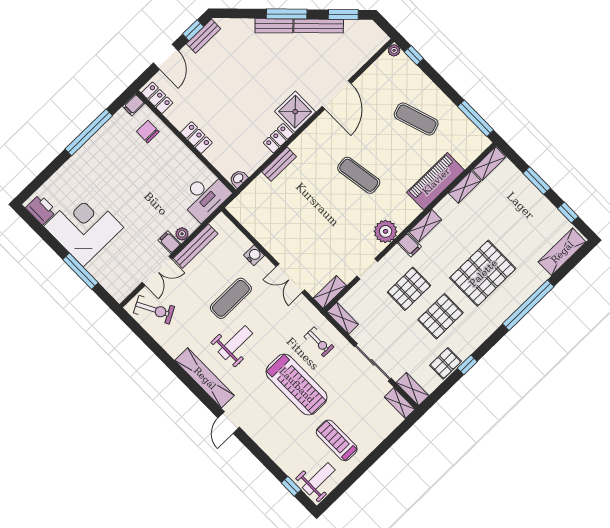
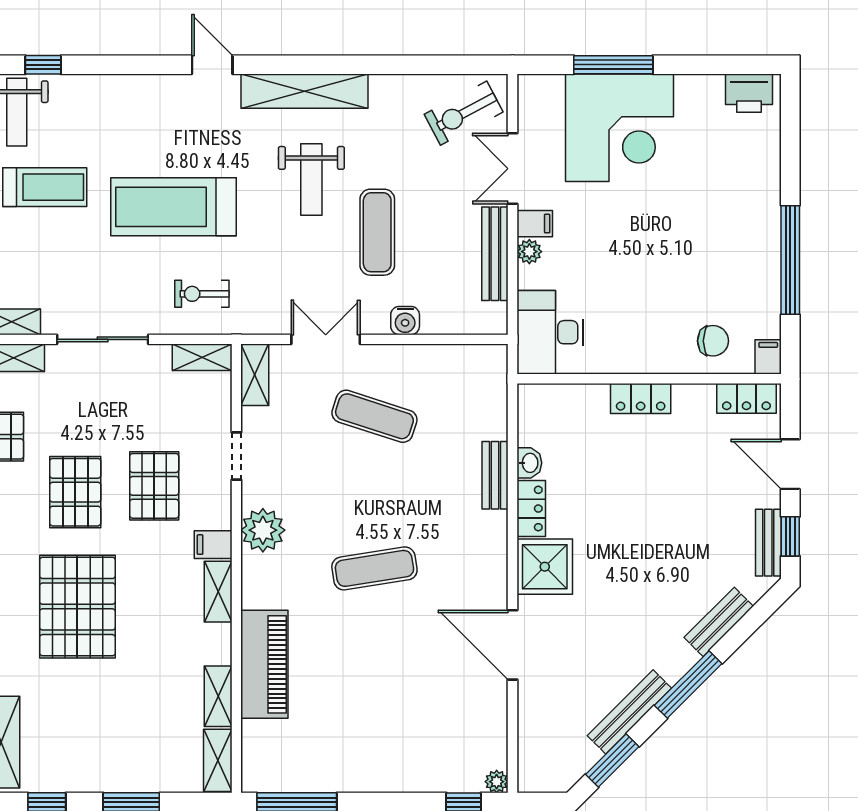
bench: (274, 26) -> (719, 622), moved
exercise mat: (416, 119) -> (374, 416), moved, turned 36
washbasin: (238, 179) -> (529, 463), moved
corner desk: (84, 227) -> (620, 128), moved

